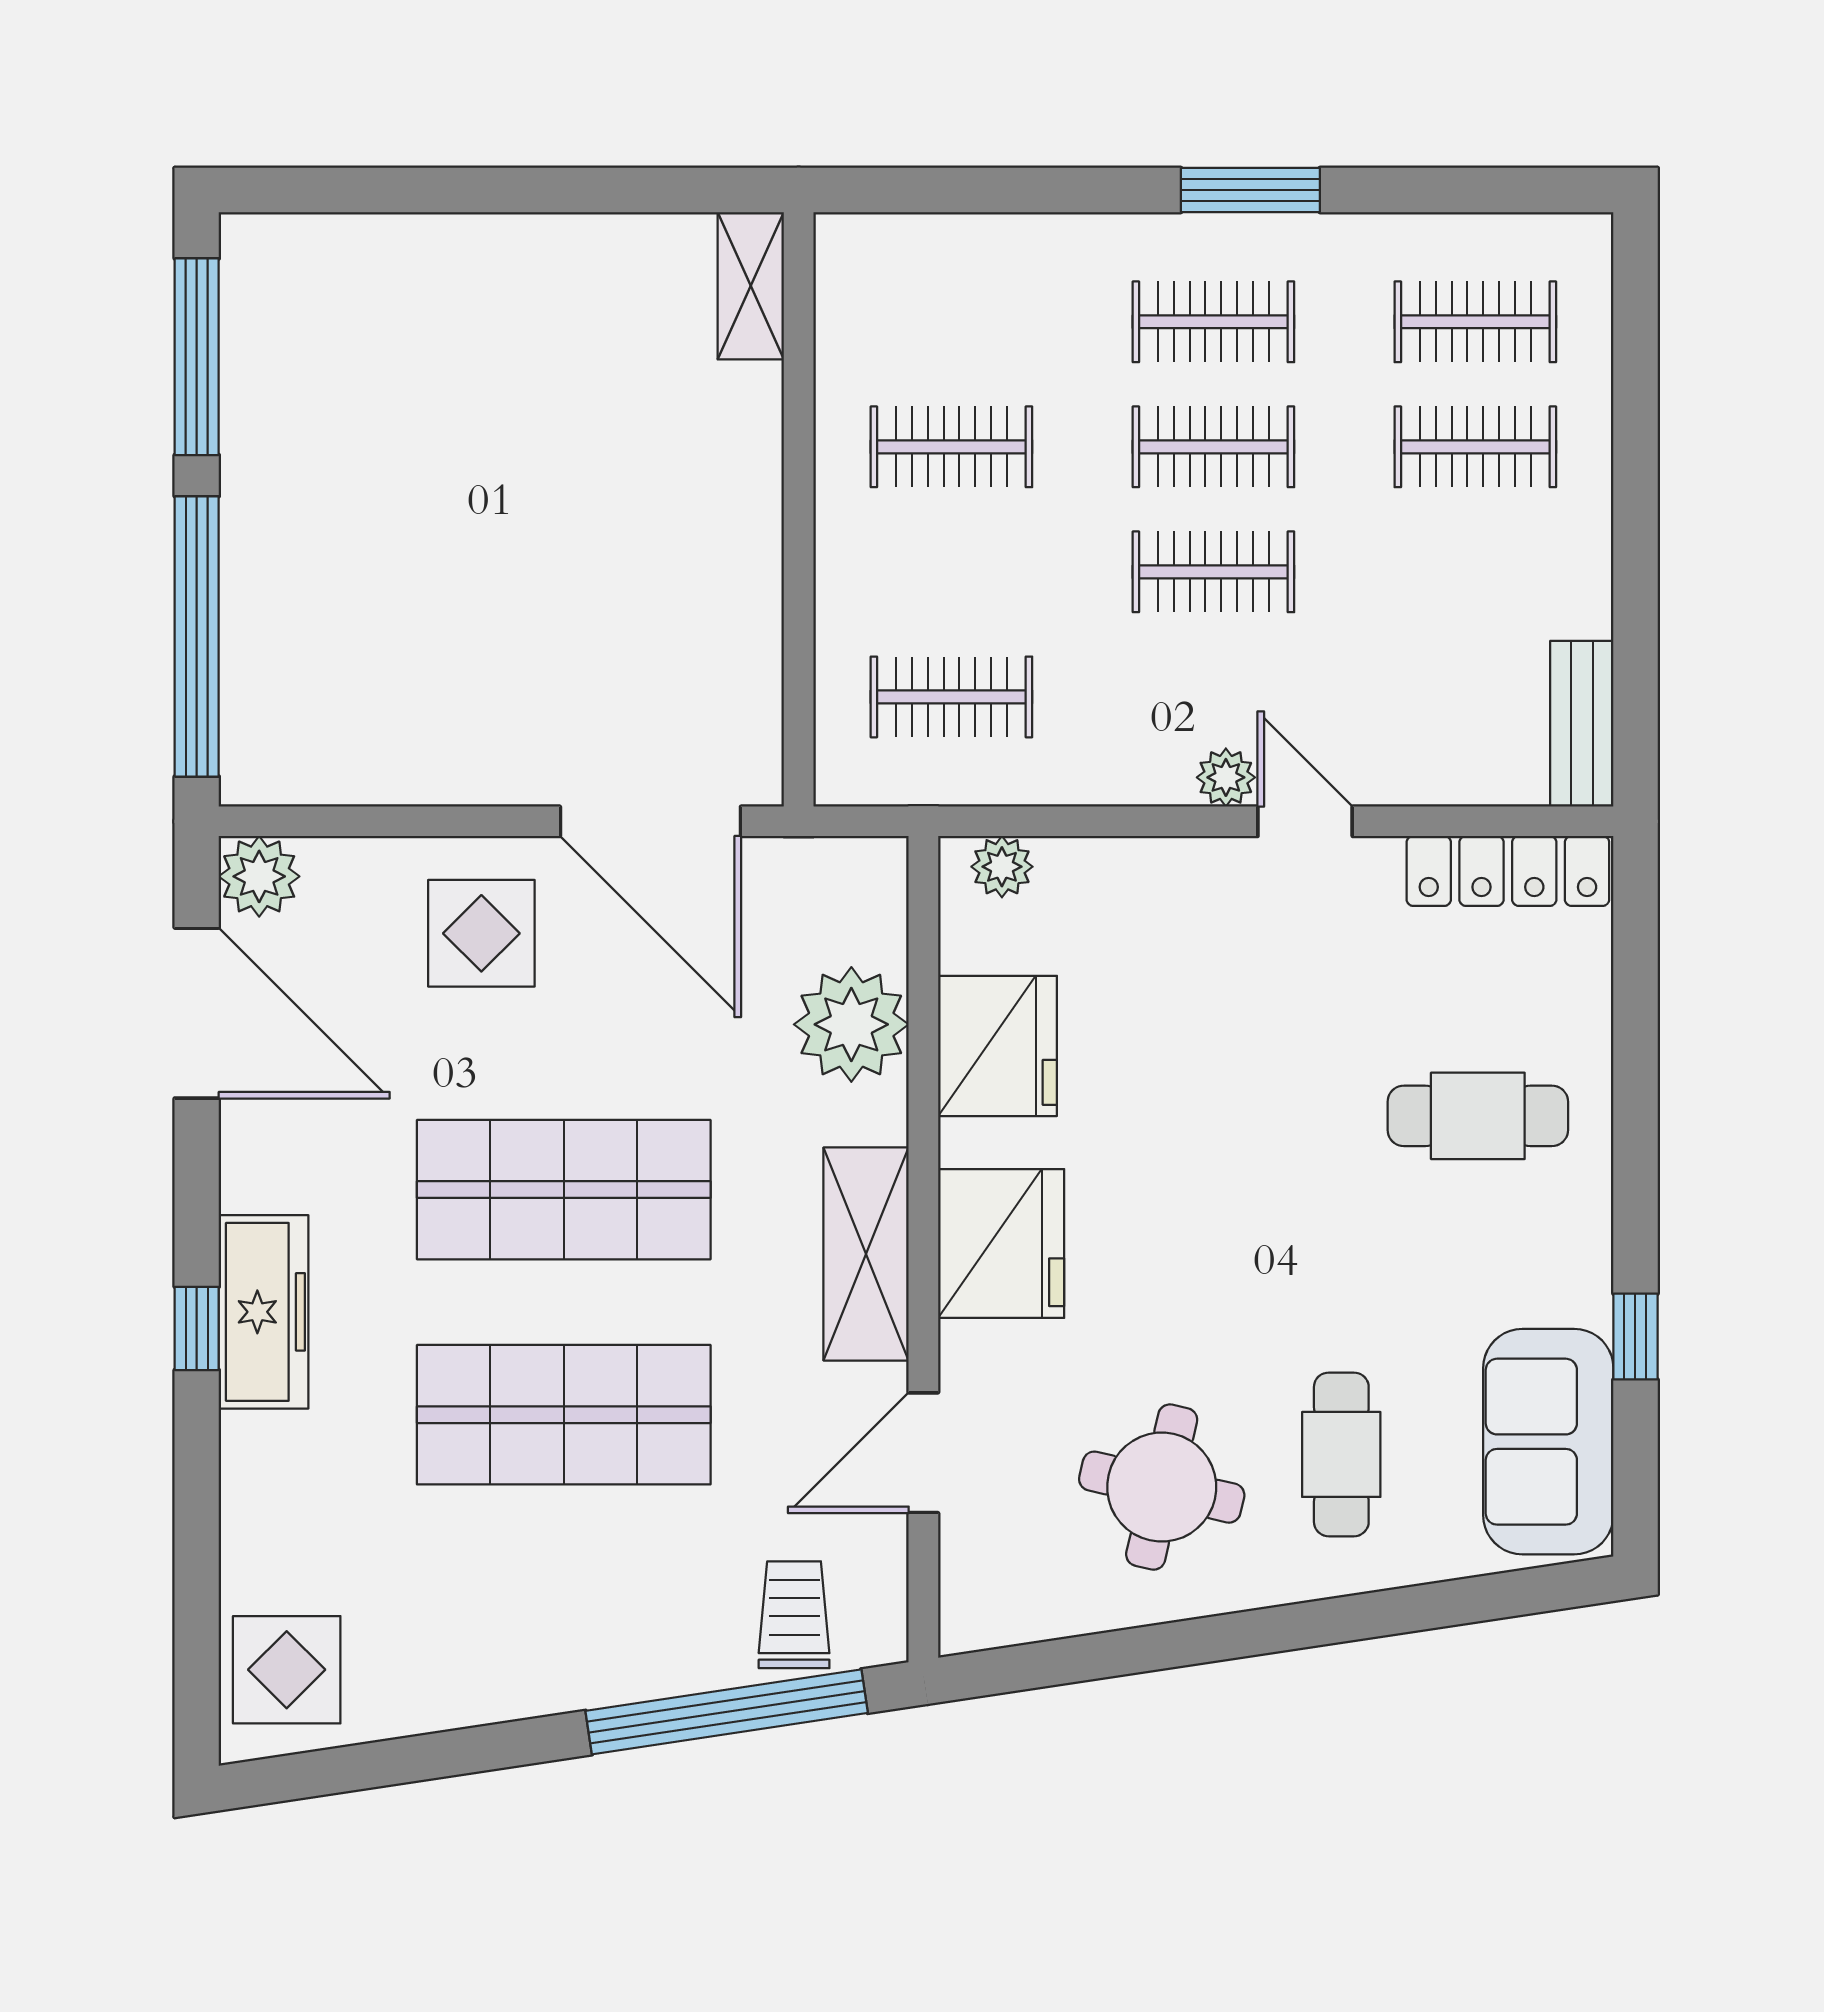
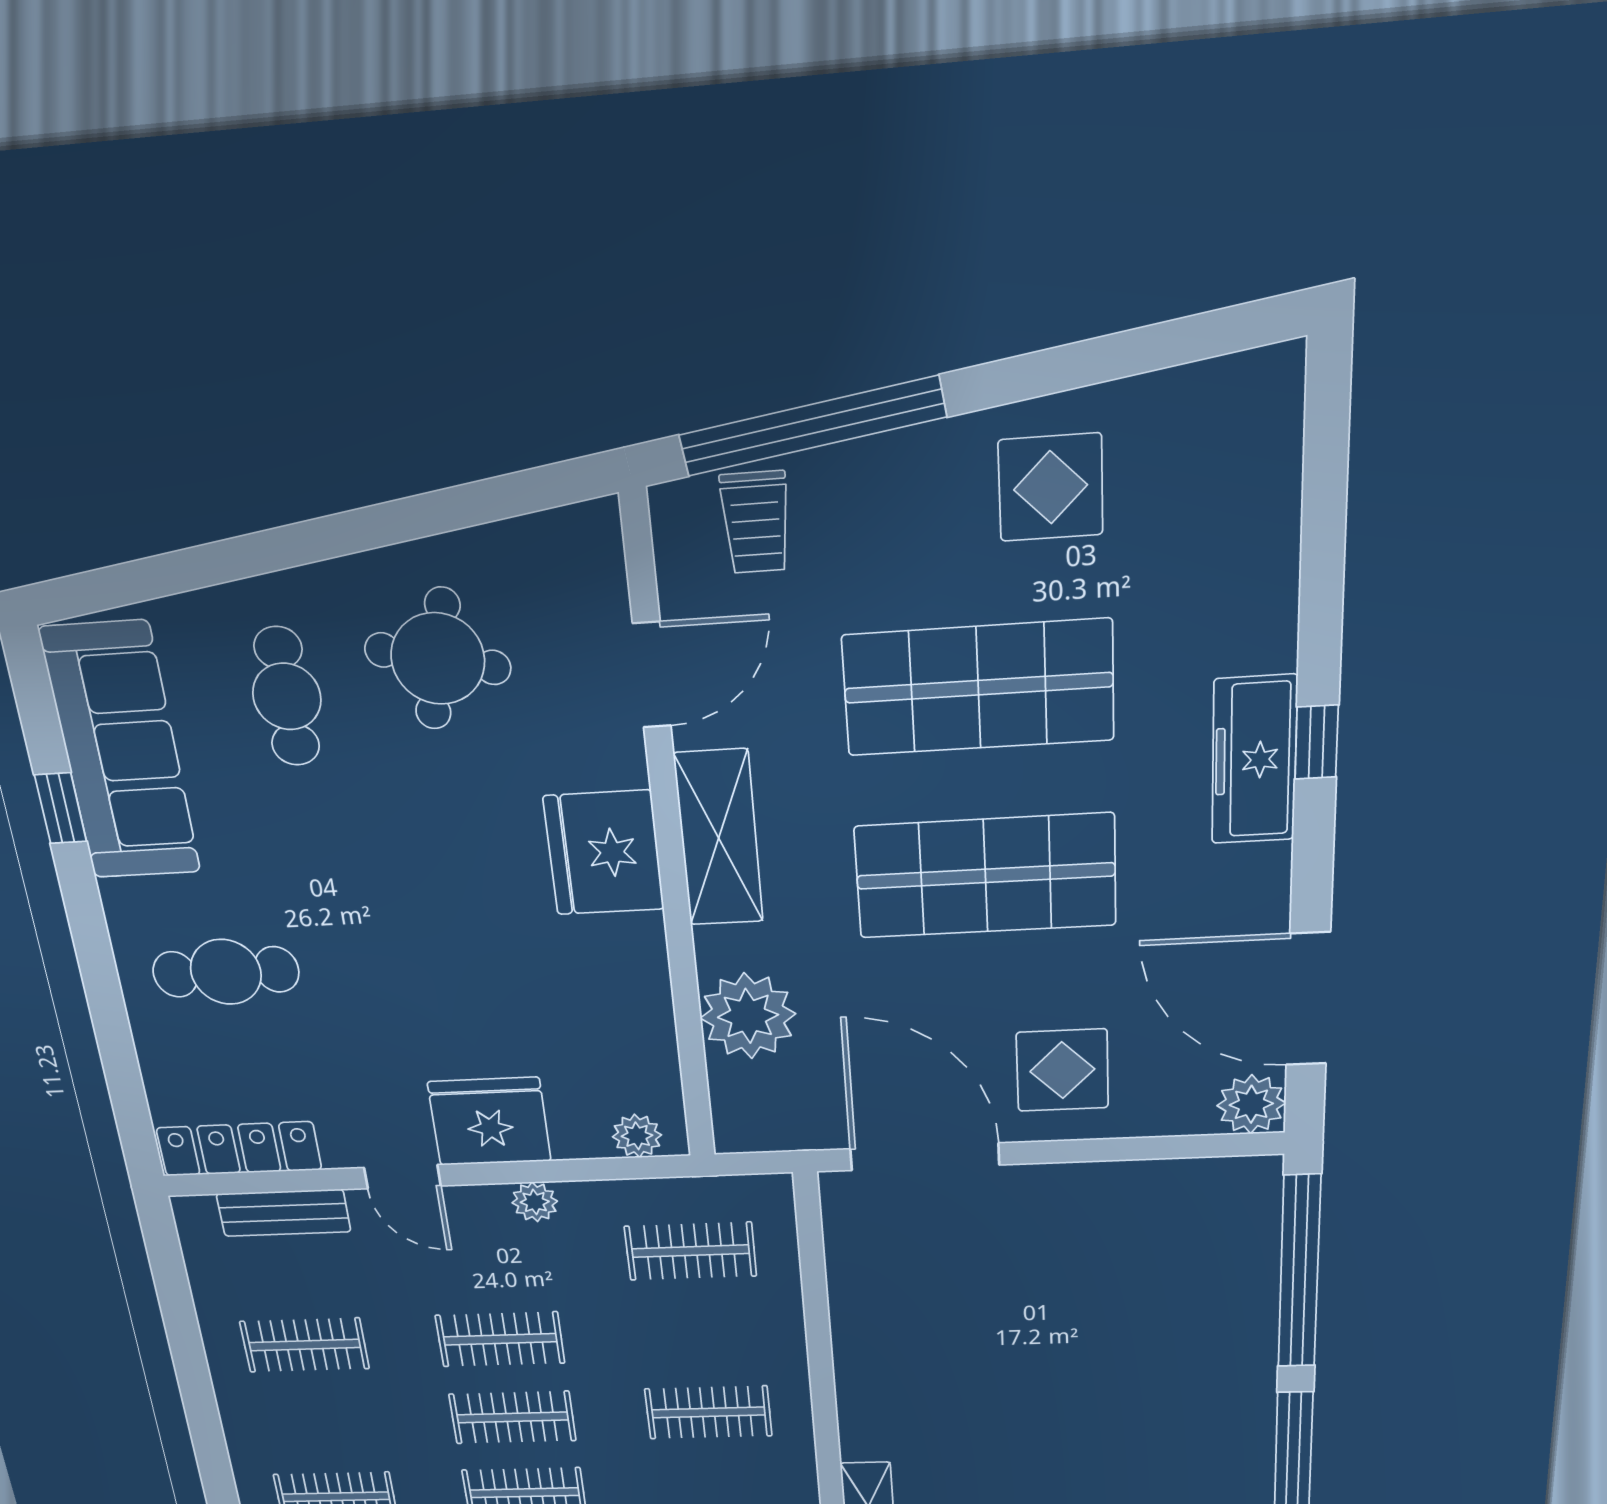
clothes rail: (1475, 447) -> (305, 1345), moved
bench: (1582, 724) -> (284, 1213), moved, turned 90
plant: (1226, 777) -> (535, 1202), moved
fridge: (998, 1046) -> (489, 1121), moved, turned 90
sofa: (1548, 1442) -> (121, 752), width x1.36
display table: (287, 1670) -> (1051, 487), moved

